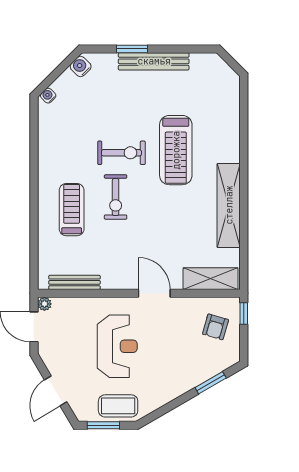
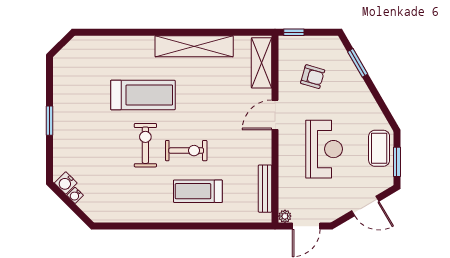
window: (132, 49) -> (50, 121), moved
bench: (154, 61) -> (61, 115), removed
water cooler: (48, 96) -> (75, 195), moved
armchair: (215, 327) -> (313, 77), moved
reception desk: (117, 346) -> (324, 149), turned 90

